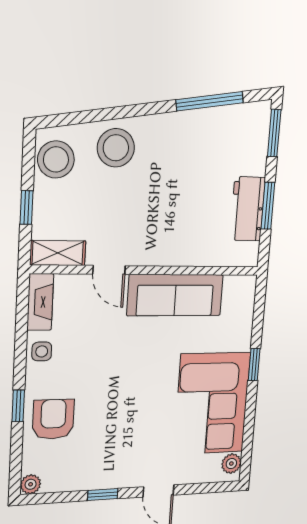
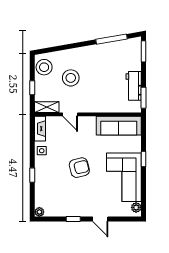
stool: (116, 148) -> (71, 78), moved
window: (268, 206) -> (144, 98), moved
sofa: (175, 295) -> (119, 126), moved
armchair: (53, 419) -> (79, 168), moved, turned 76

